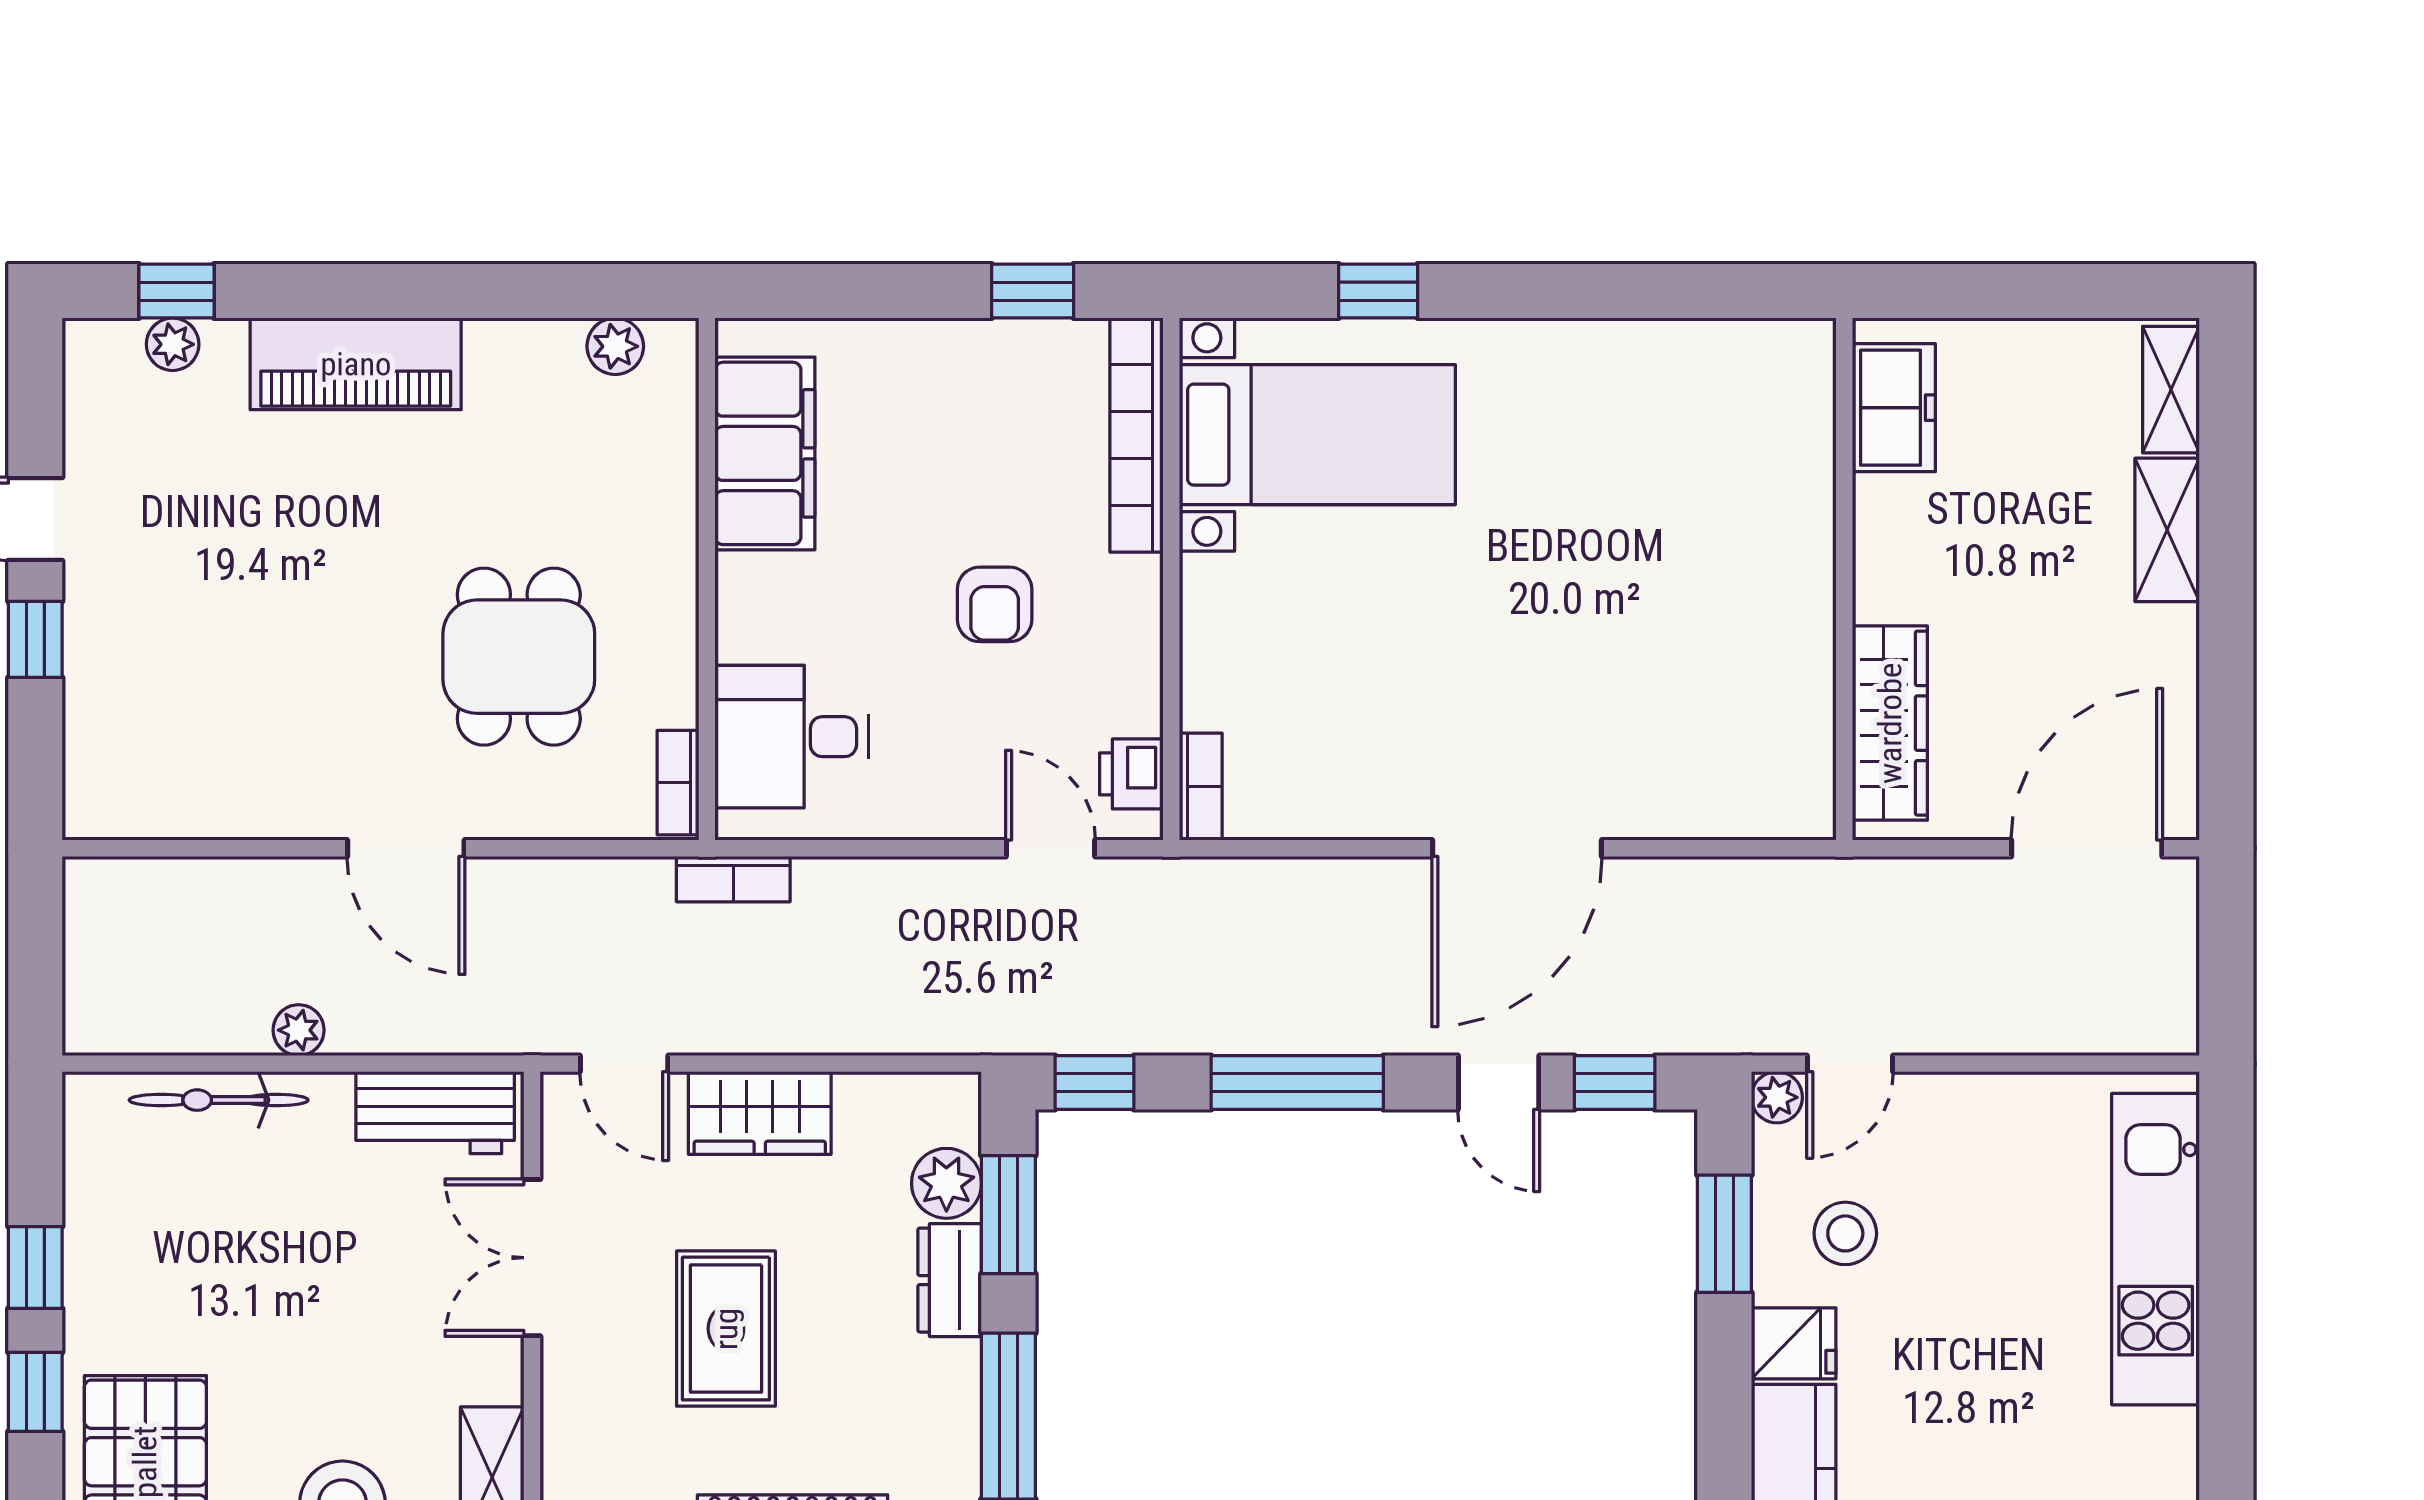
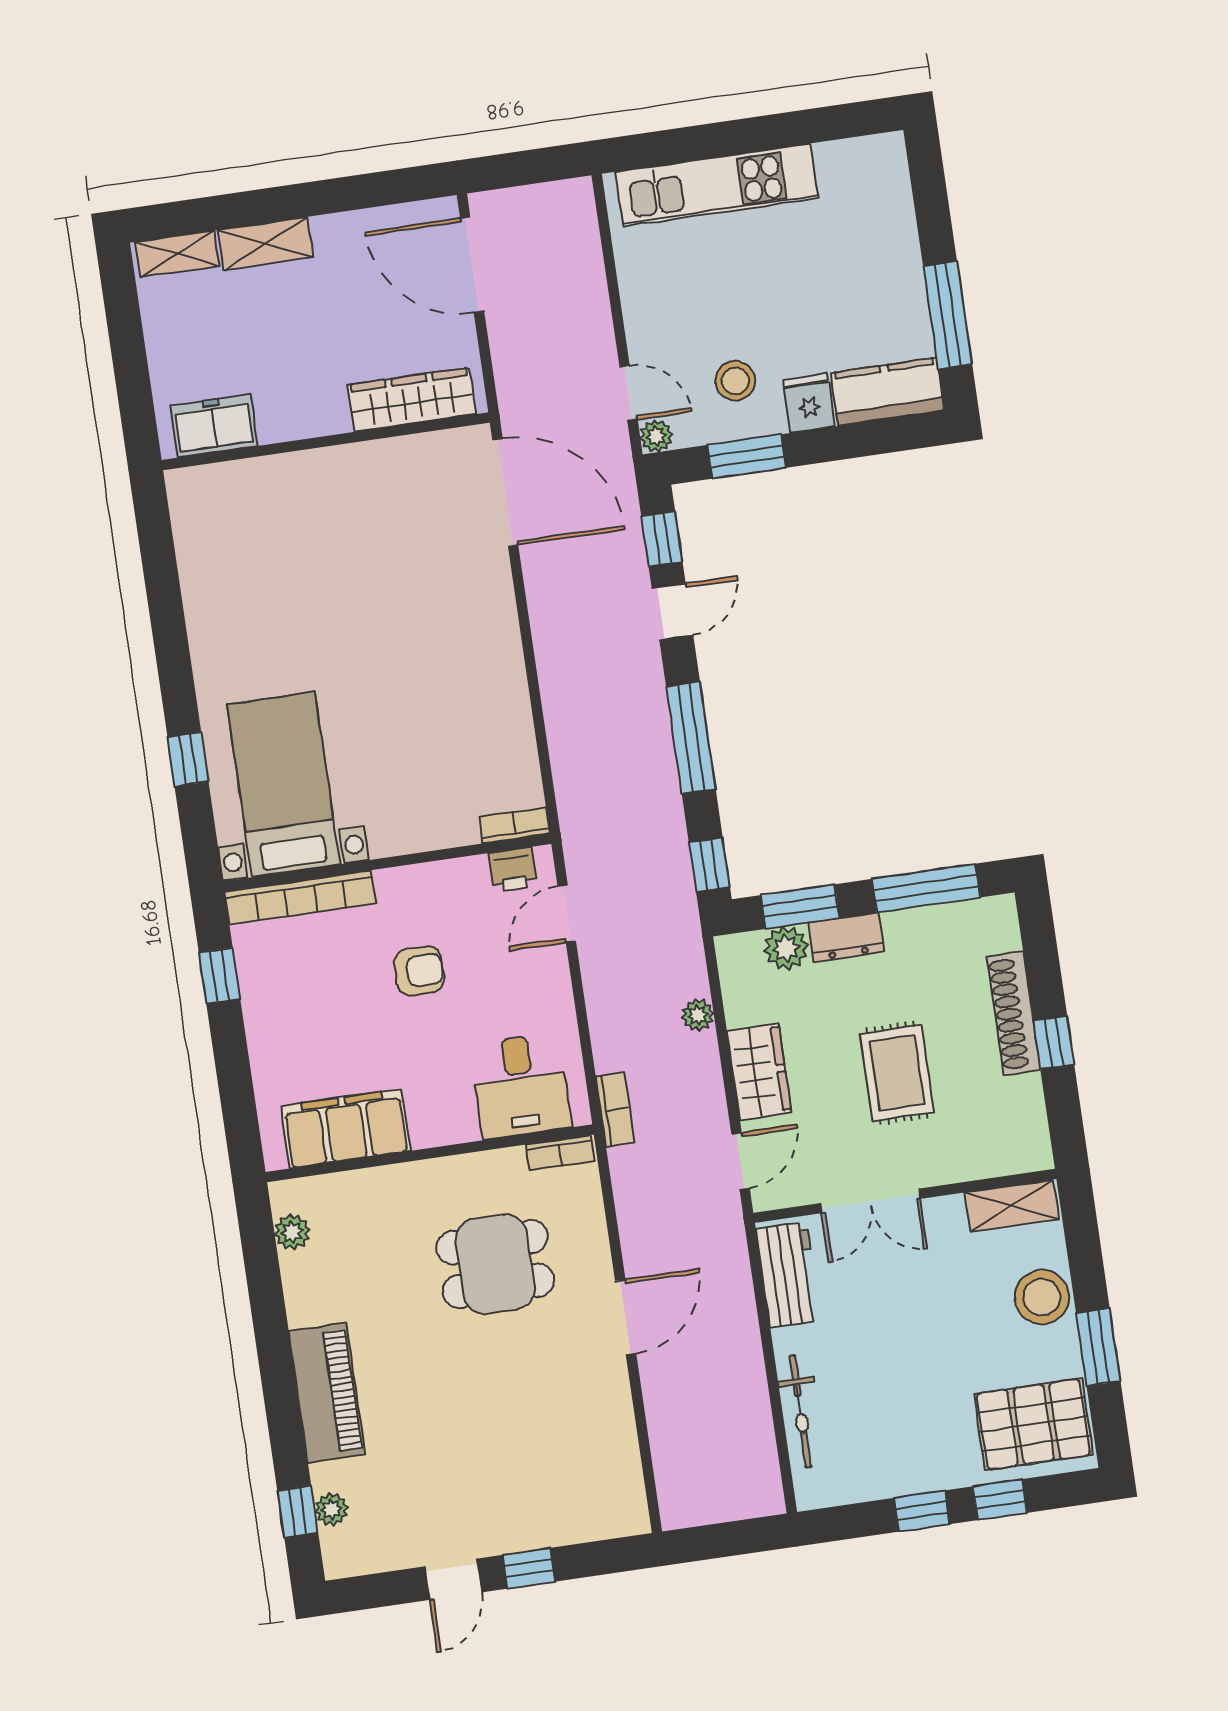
door: (1517, 848) -> (505, 492), moved
plant: (299, 1030) -> (698, 1015), moved
rug: (726, 1329) -> (897, 1073), turned 90

